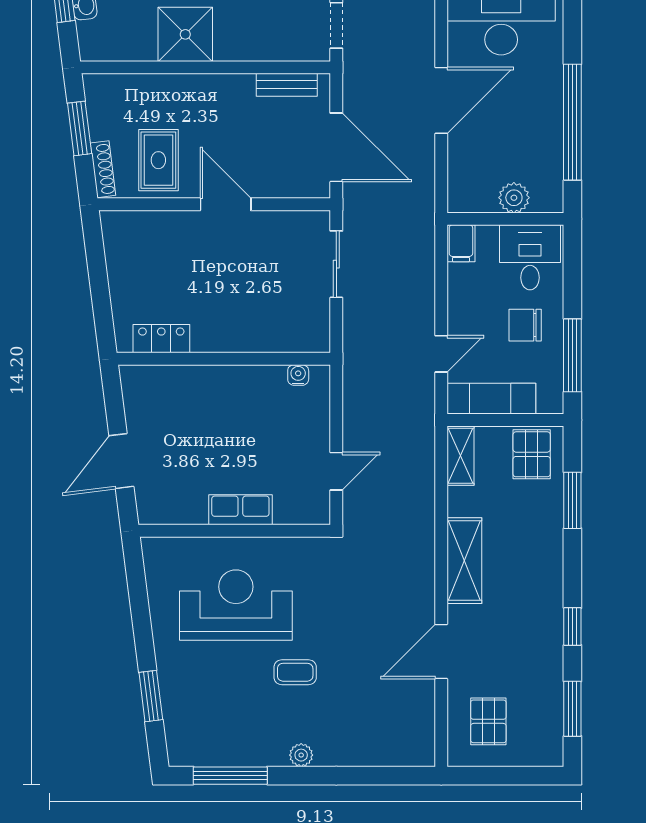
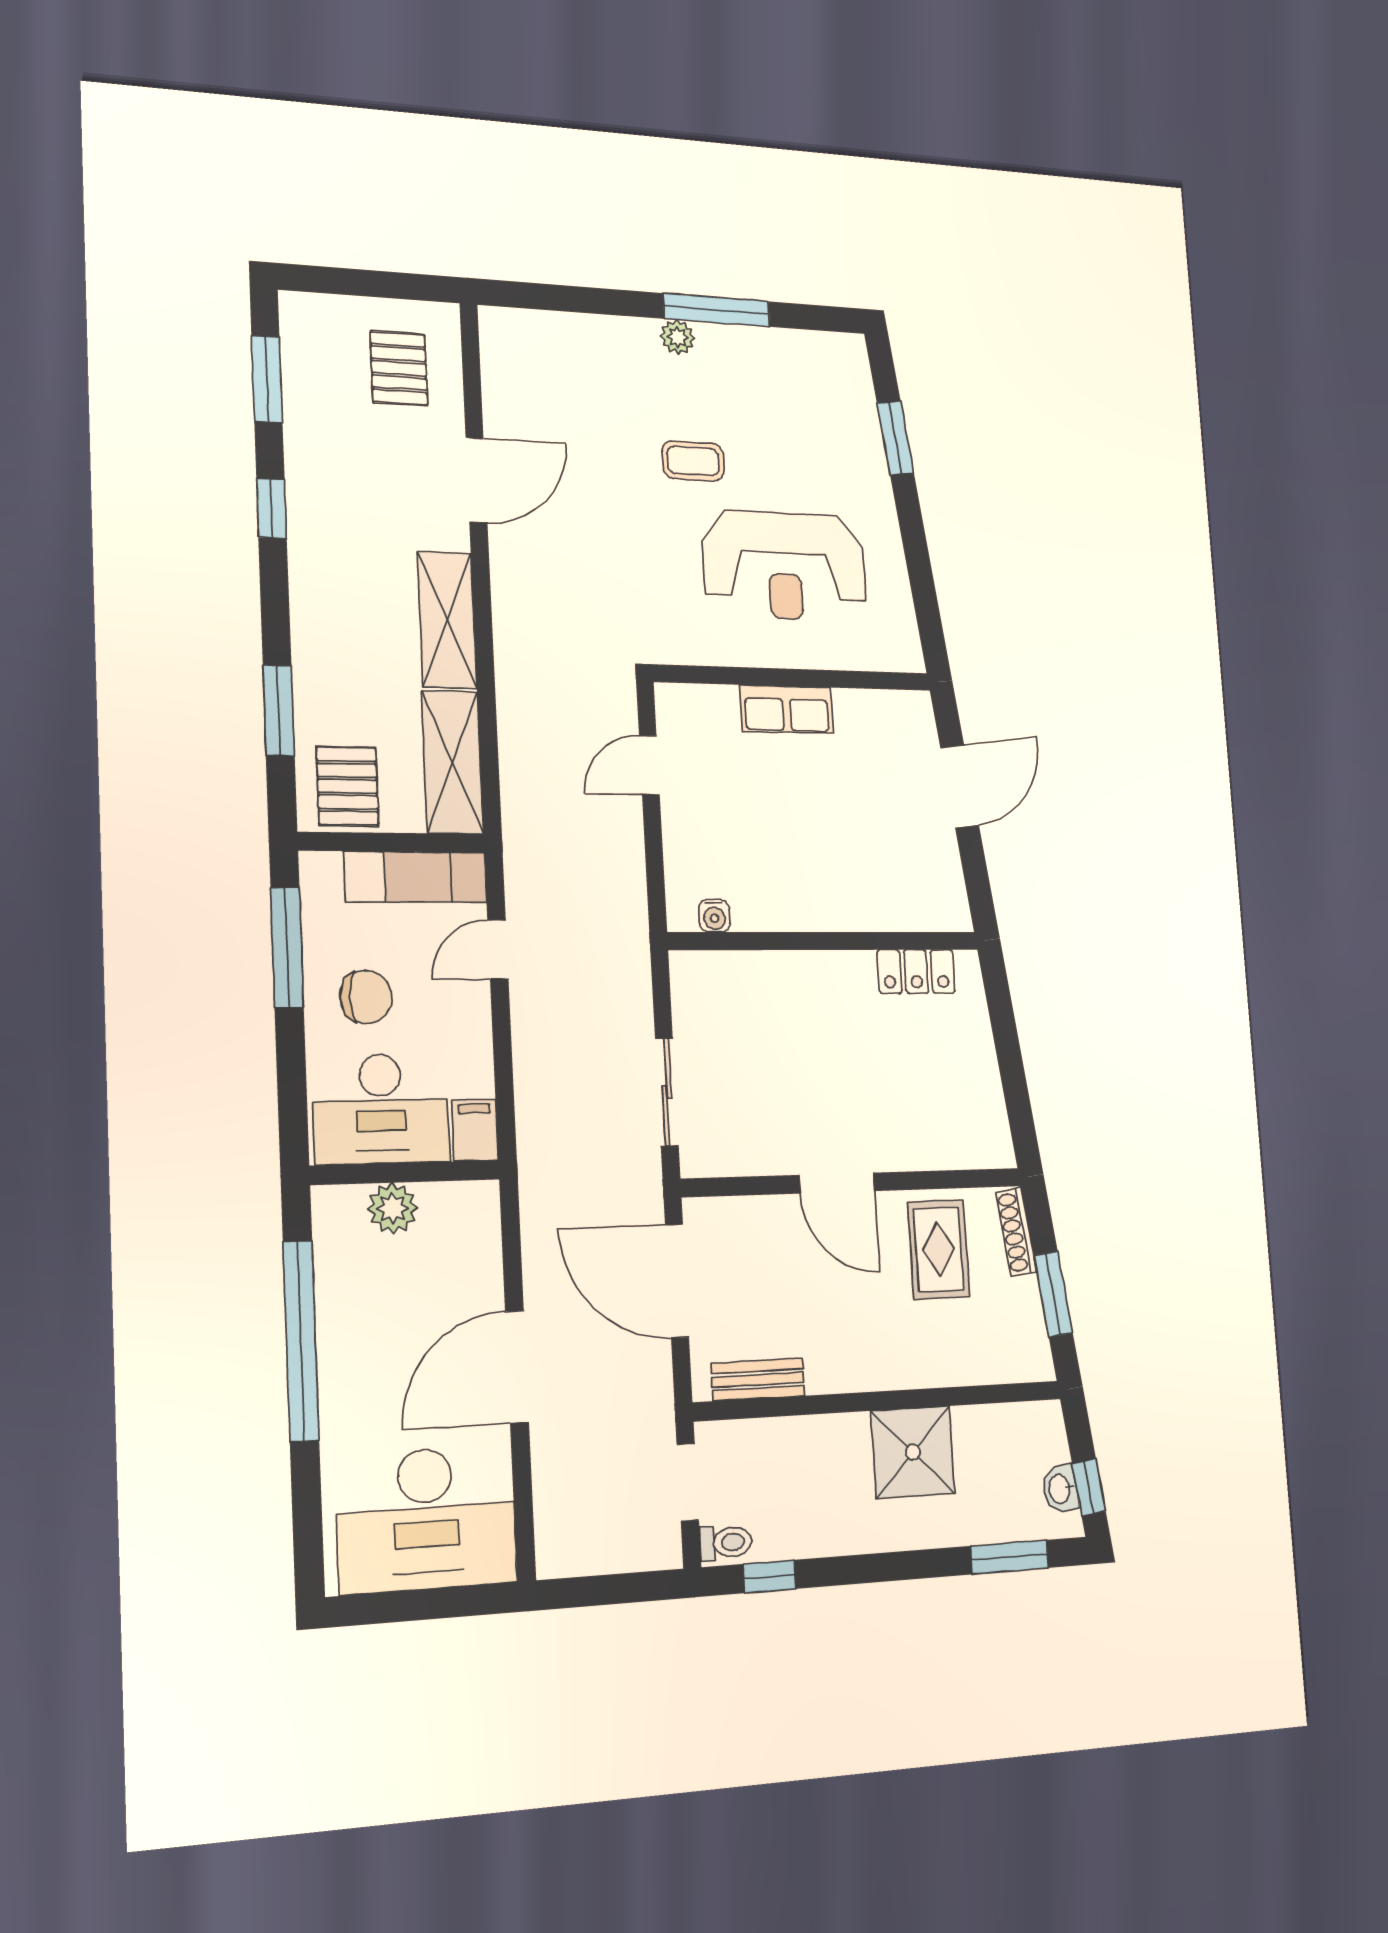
desk: (530, 257) -> (381, 1109), width x1.37
shelving: (460, 456) -> (452, 762), width x1.50, depth x1.33
window: (230, 776) -> (717, 310), moved

